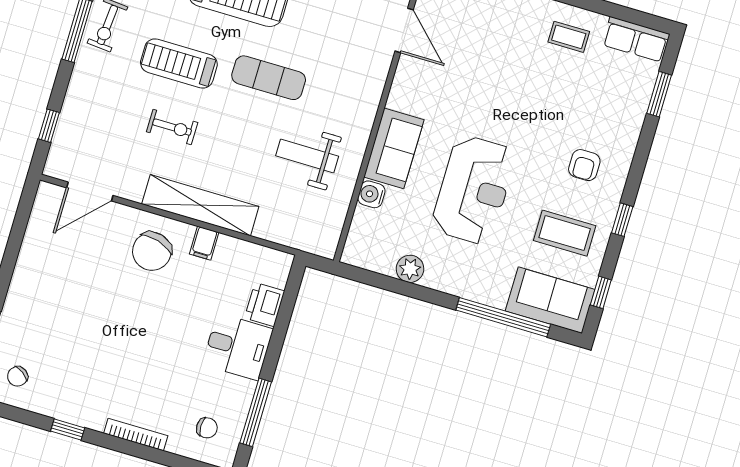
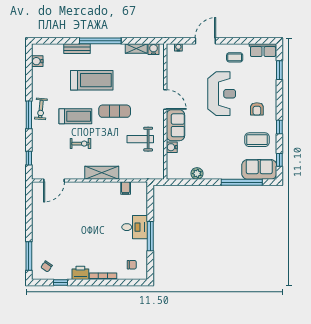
door: (404, 30) -> (165, 100), moved
treadmill: (179, 63) -> (75, 116), turned 180
reception desk: (474, 190) -> (222, 94), moved
shelving: (200, 205) -> (102, 173), width x0.68
filing cabinet: (204, 243) -> (126, 188), moved
chair: (152, 251) -> (87, 198), removed
printer: (265, 304) -> (80, 273), moved, turned 90
window: (256, 412) -> (150, 236), moved
window: (68, 429) -> (60, 282), moved

